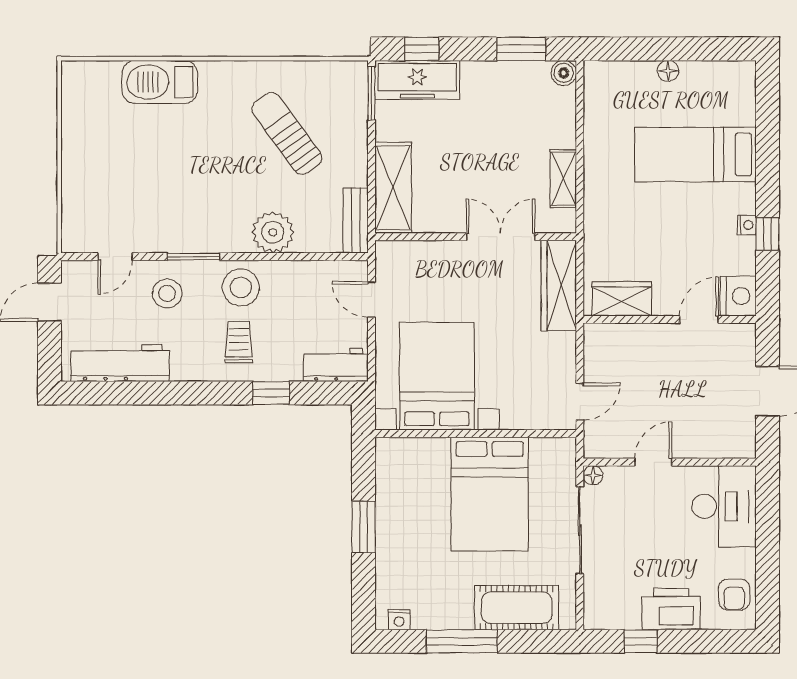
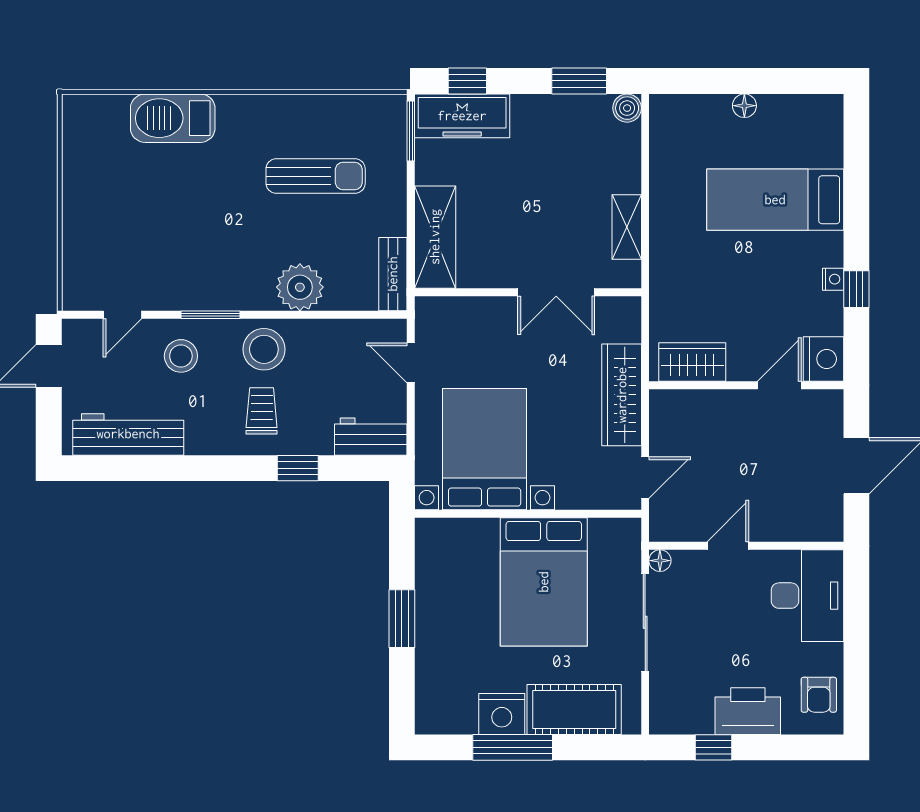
sun lounger: (287, 133) -> (316, 176), turned 126
double door: (501, 237) -> (556, 292), swing flipped
wardrobe: (559, 286) -> (622, 395), moved
nightstand: (399, 620) -> (502, 714), moved, width x1.89, depth x1.79

